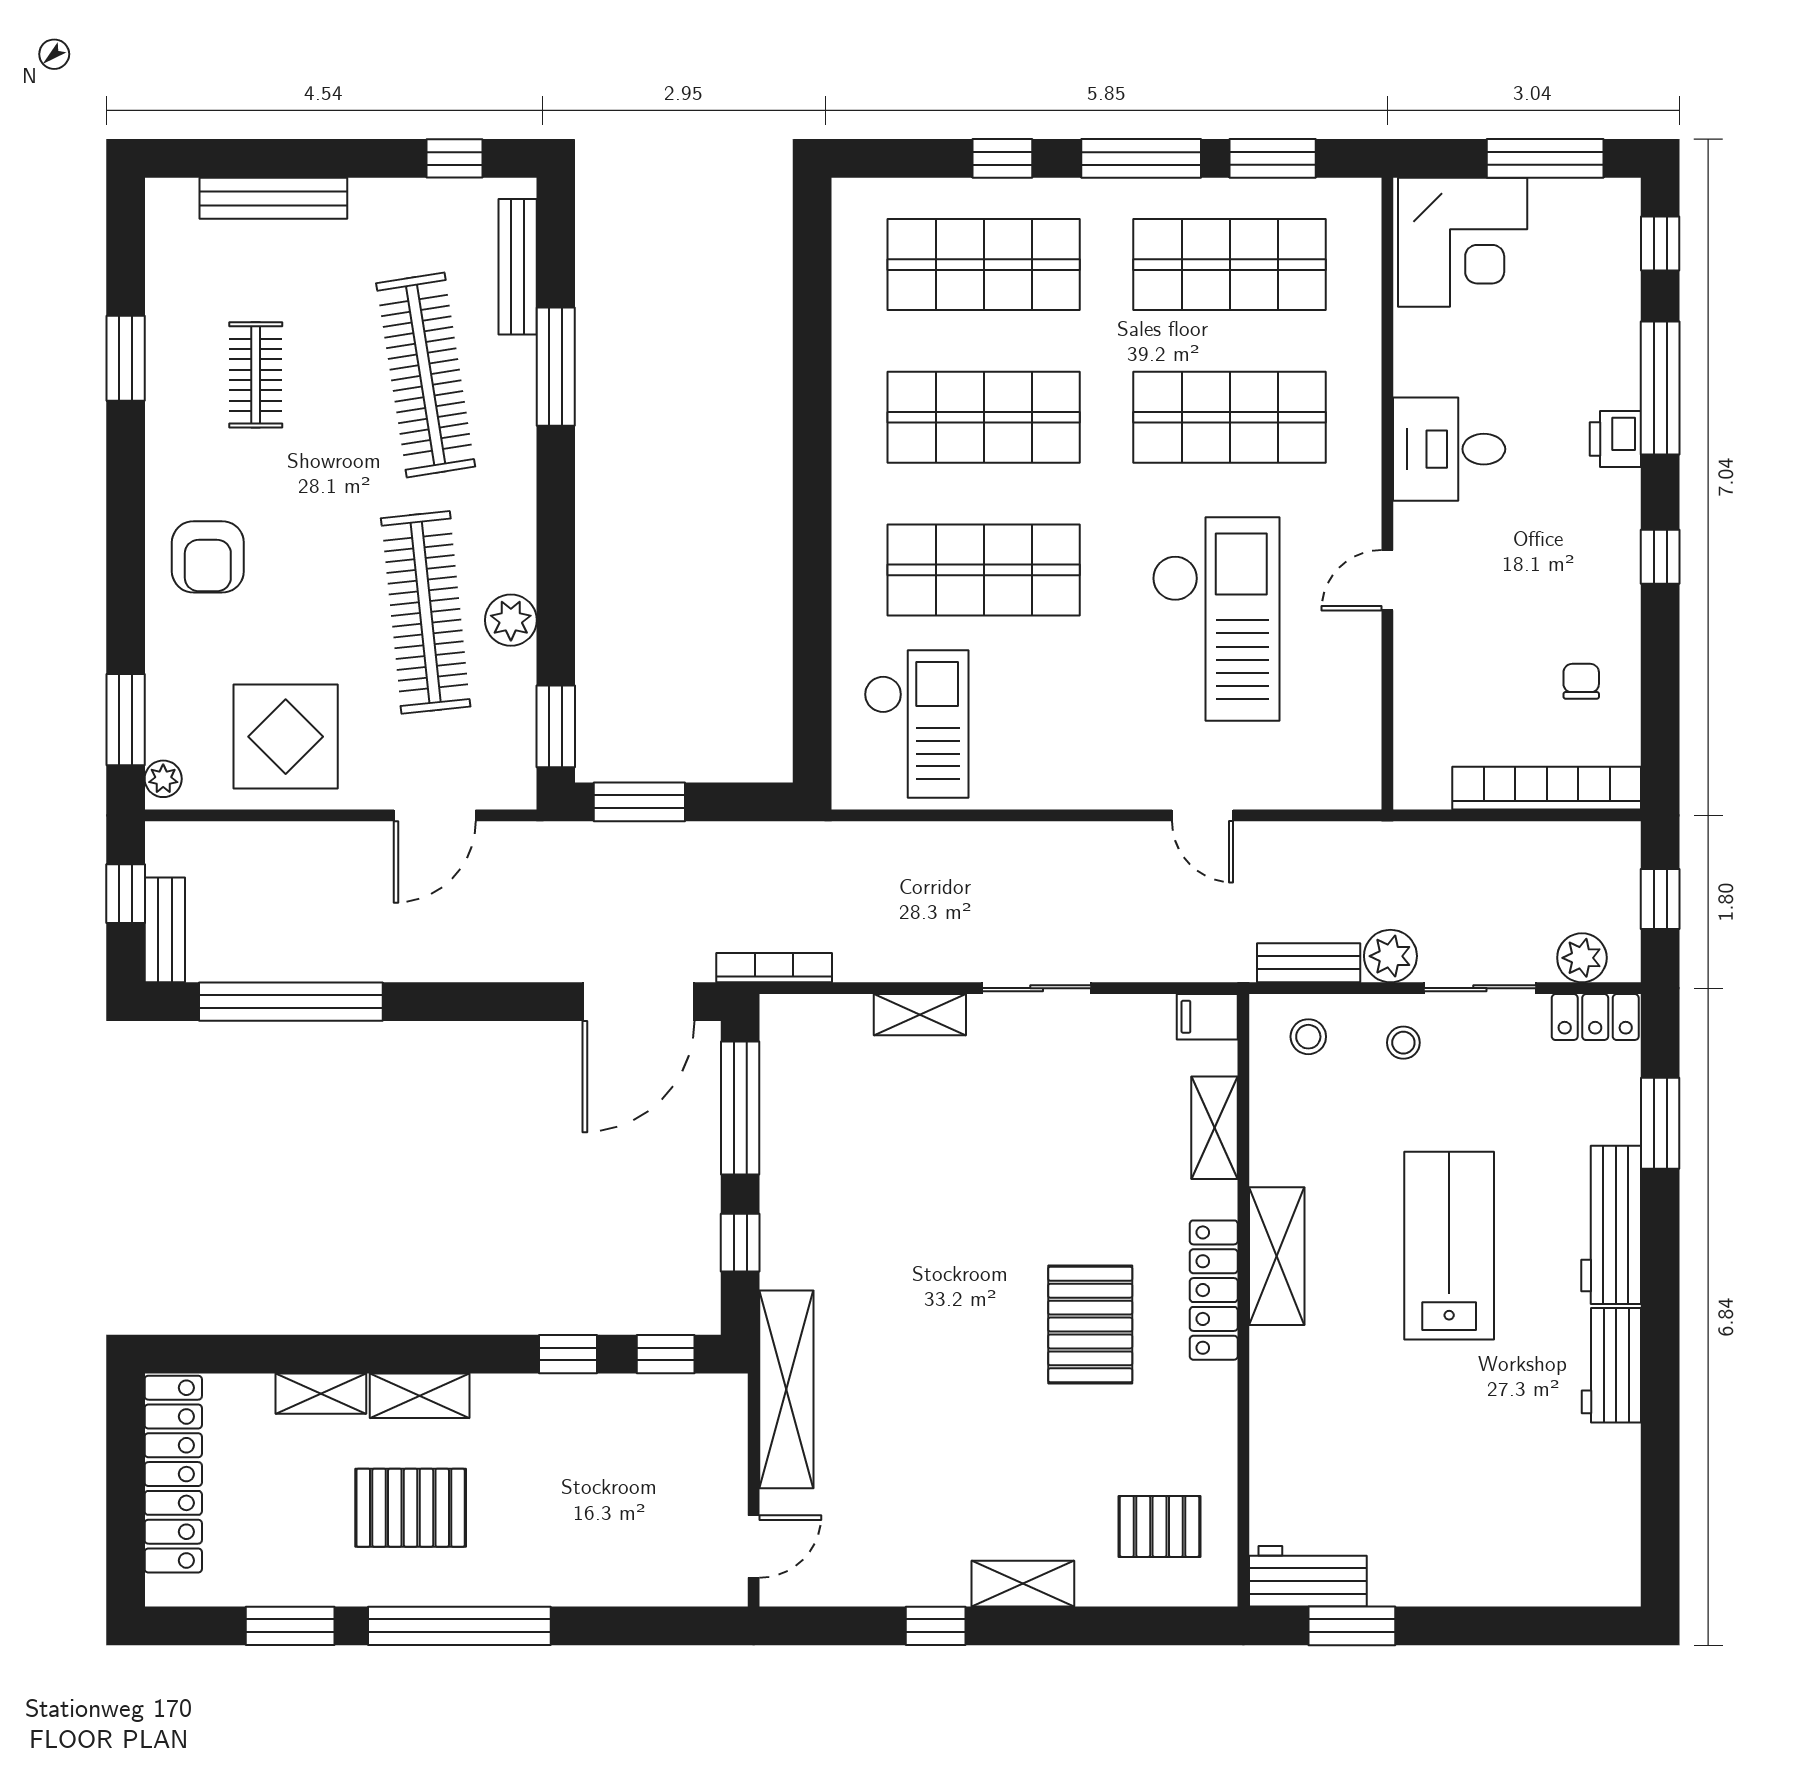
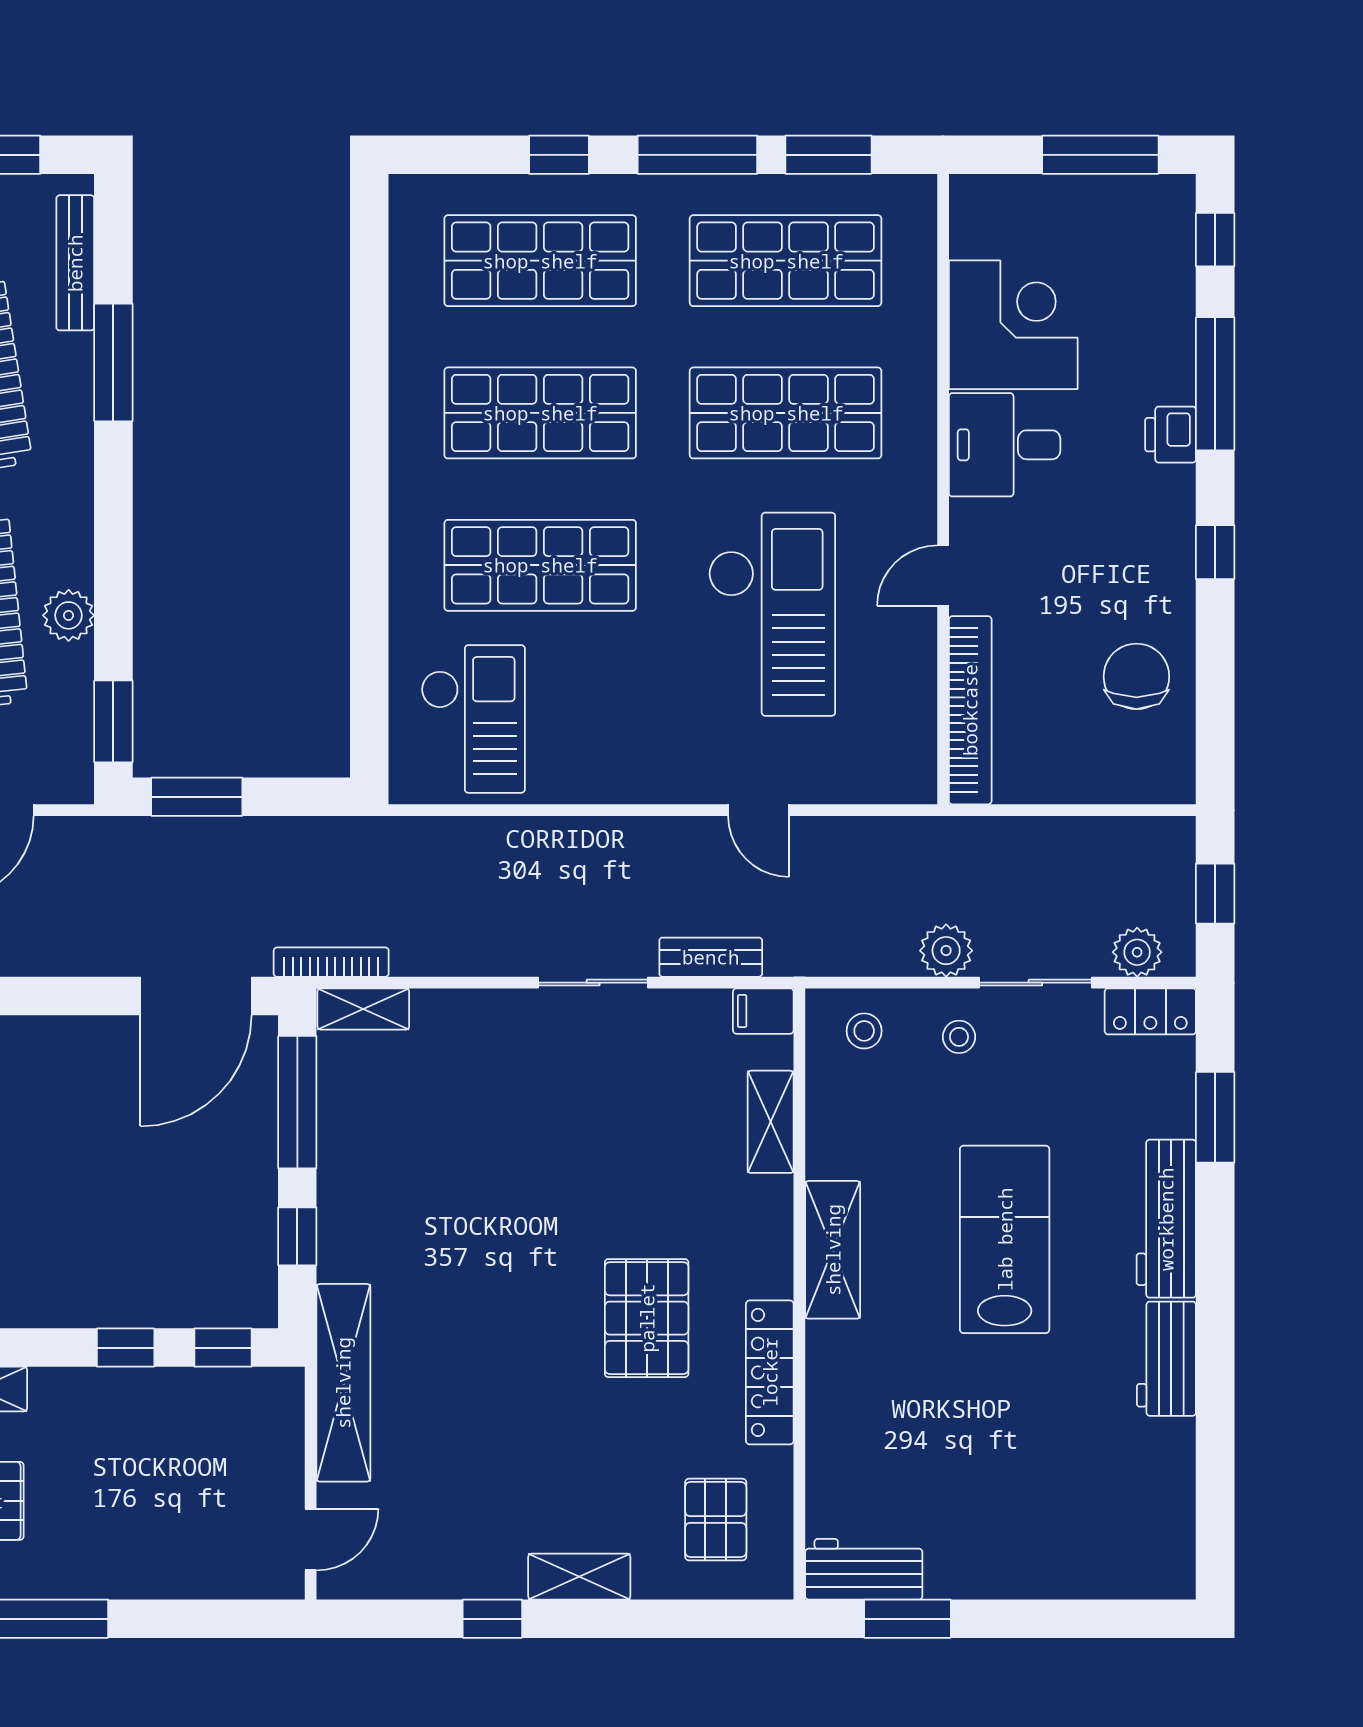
corner desk: (1463, 242) -> (1013, 325), moved, turned -90
chair: (1581, 681) -> (1136, 676), width x1.87, depth x1.87
bookcase: (1547, 788) -> (970, 710), moved, turned 90
bench: (1309, 963) -> (711, 957), moved
shelving: (920, 1015) -> (363, 1009), moved
locker: (1214, 1290) -> (770, 1372), moved
pallet: (1160, 1526) -> (716, 1519), turned 90

